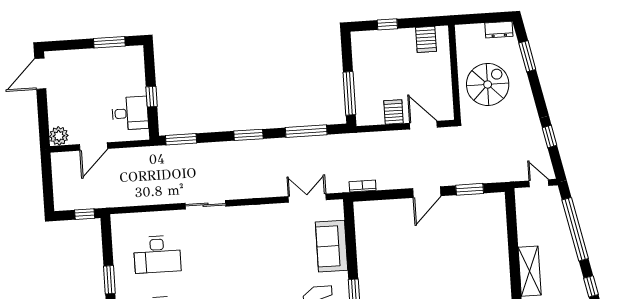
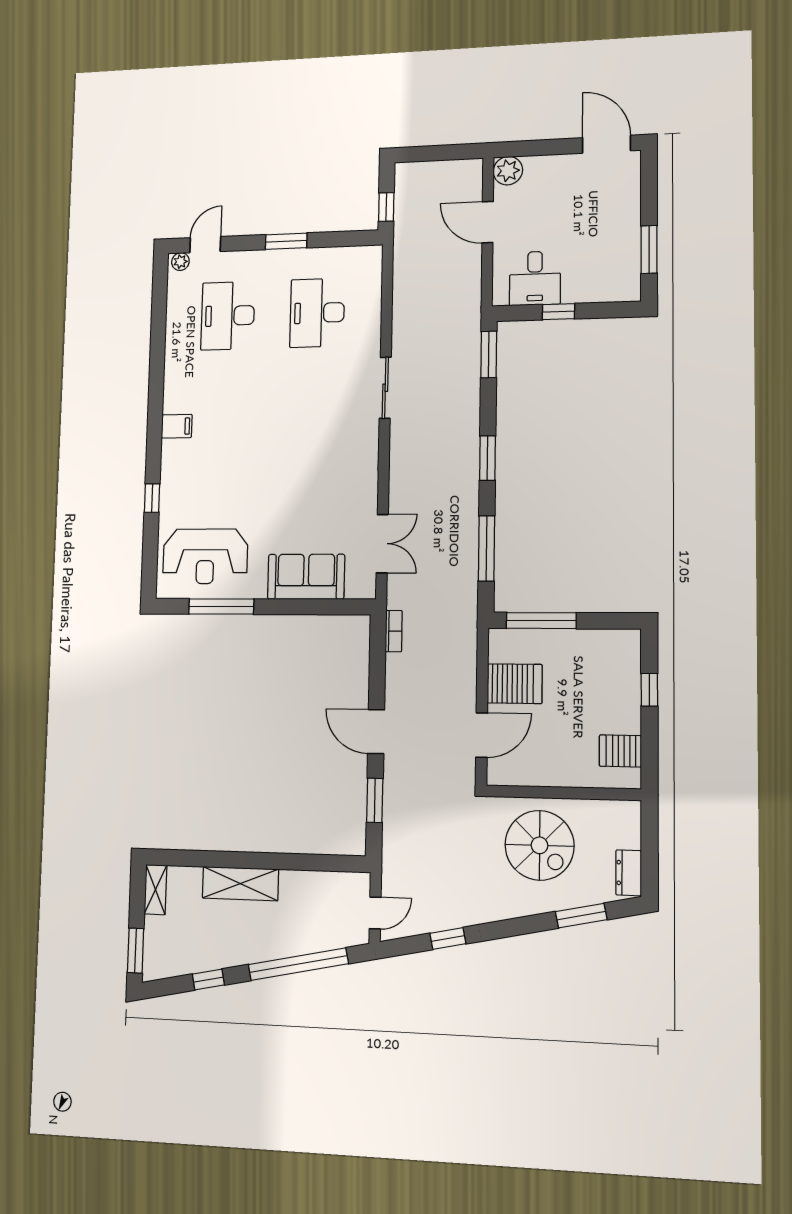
server rack: (394, 112) -> (515, 684), width x1.36, depth x1.44

